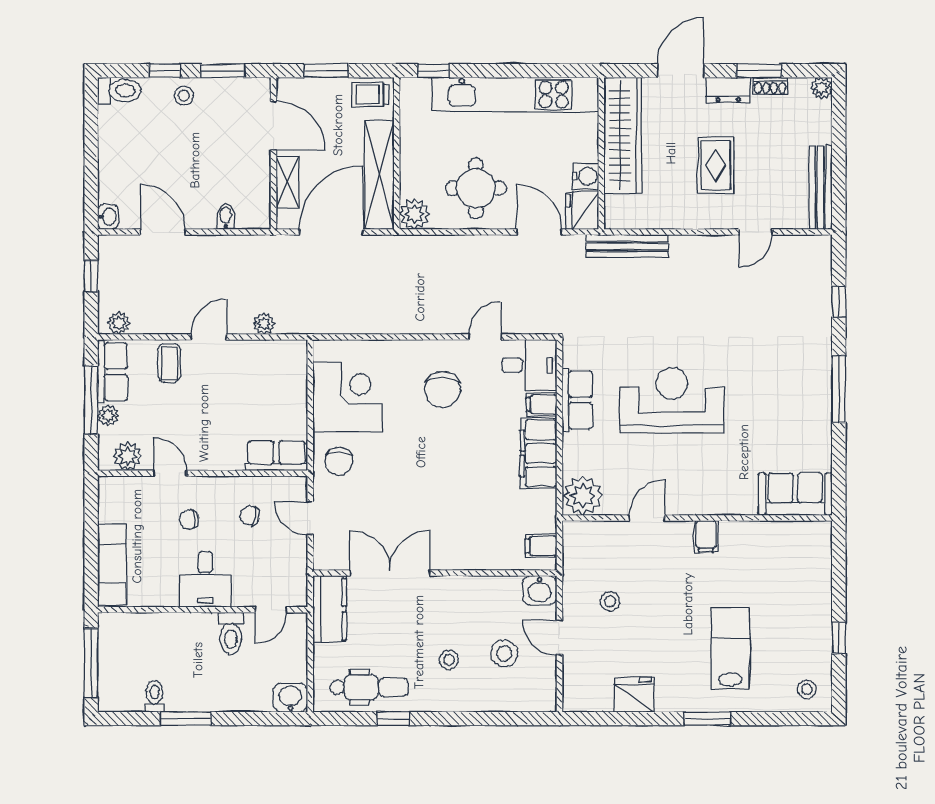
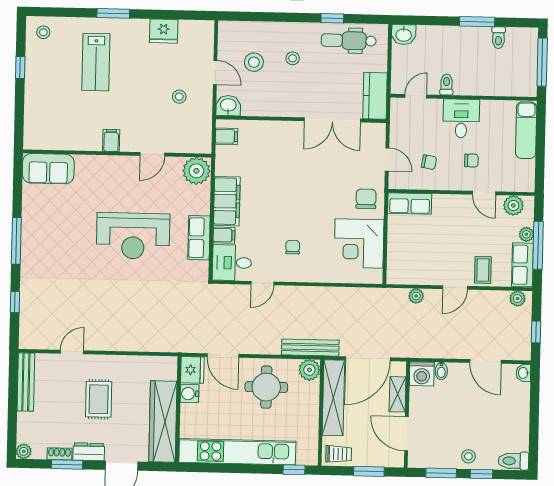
washing machine: (254, 212) -> (422, 374), added
bench: (627, 246) -> (310, 348), moved
chair: (443, 389) -> (293, 247), width x0.54, depth x0.54
toilet: (231, 633) -> (447, 85), width x0.73, depth x0.72

